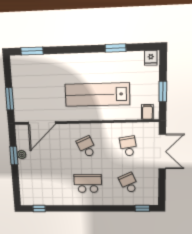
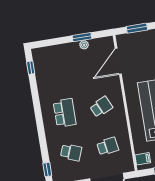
door: (42, 123) -> (118, 61), hinge flipped
school desk: (129, 183) -> (71, 152), turned 45

